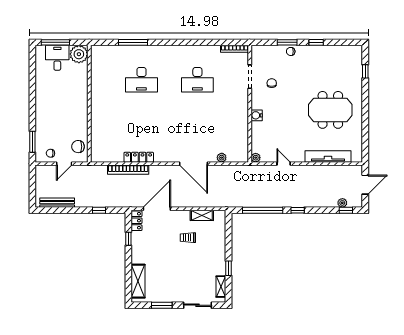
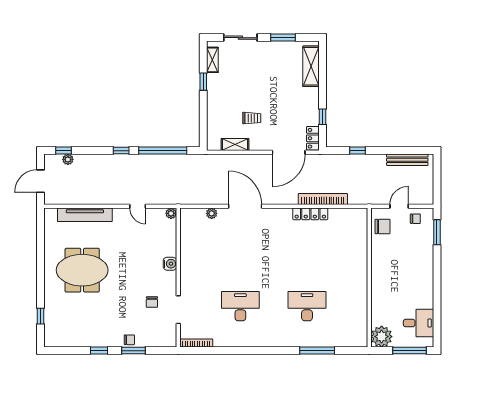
desk: (57, 58) -> (419, 323), moved, turned -90

